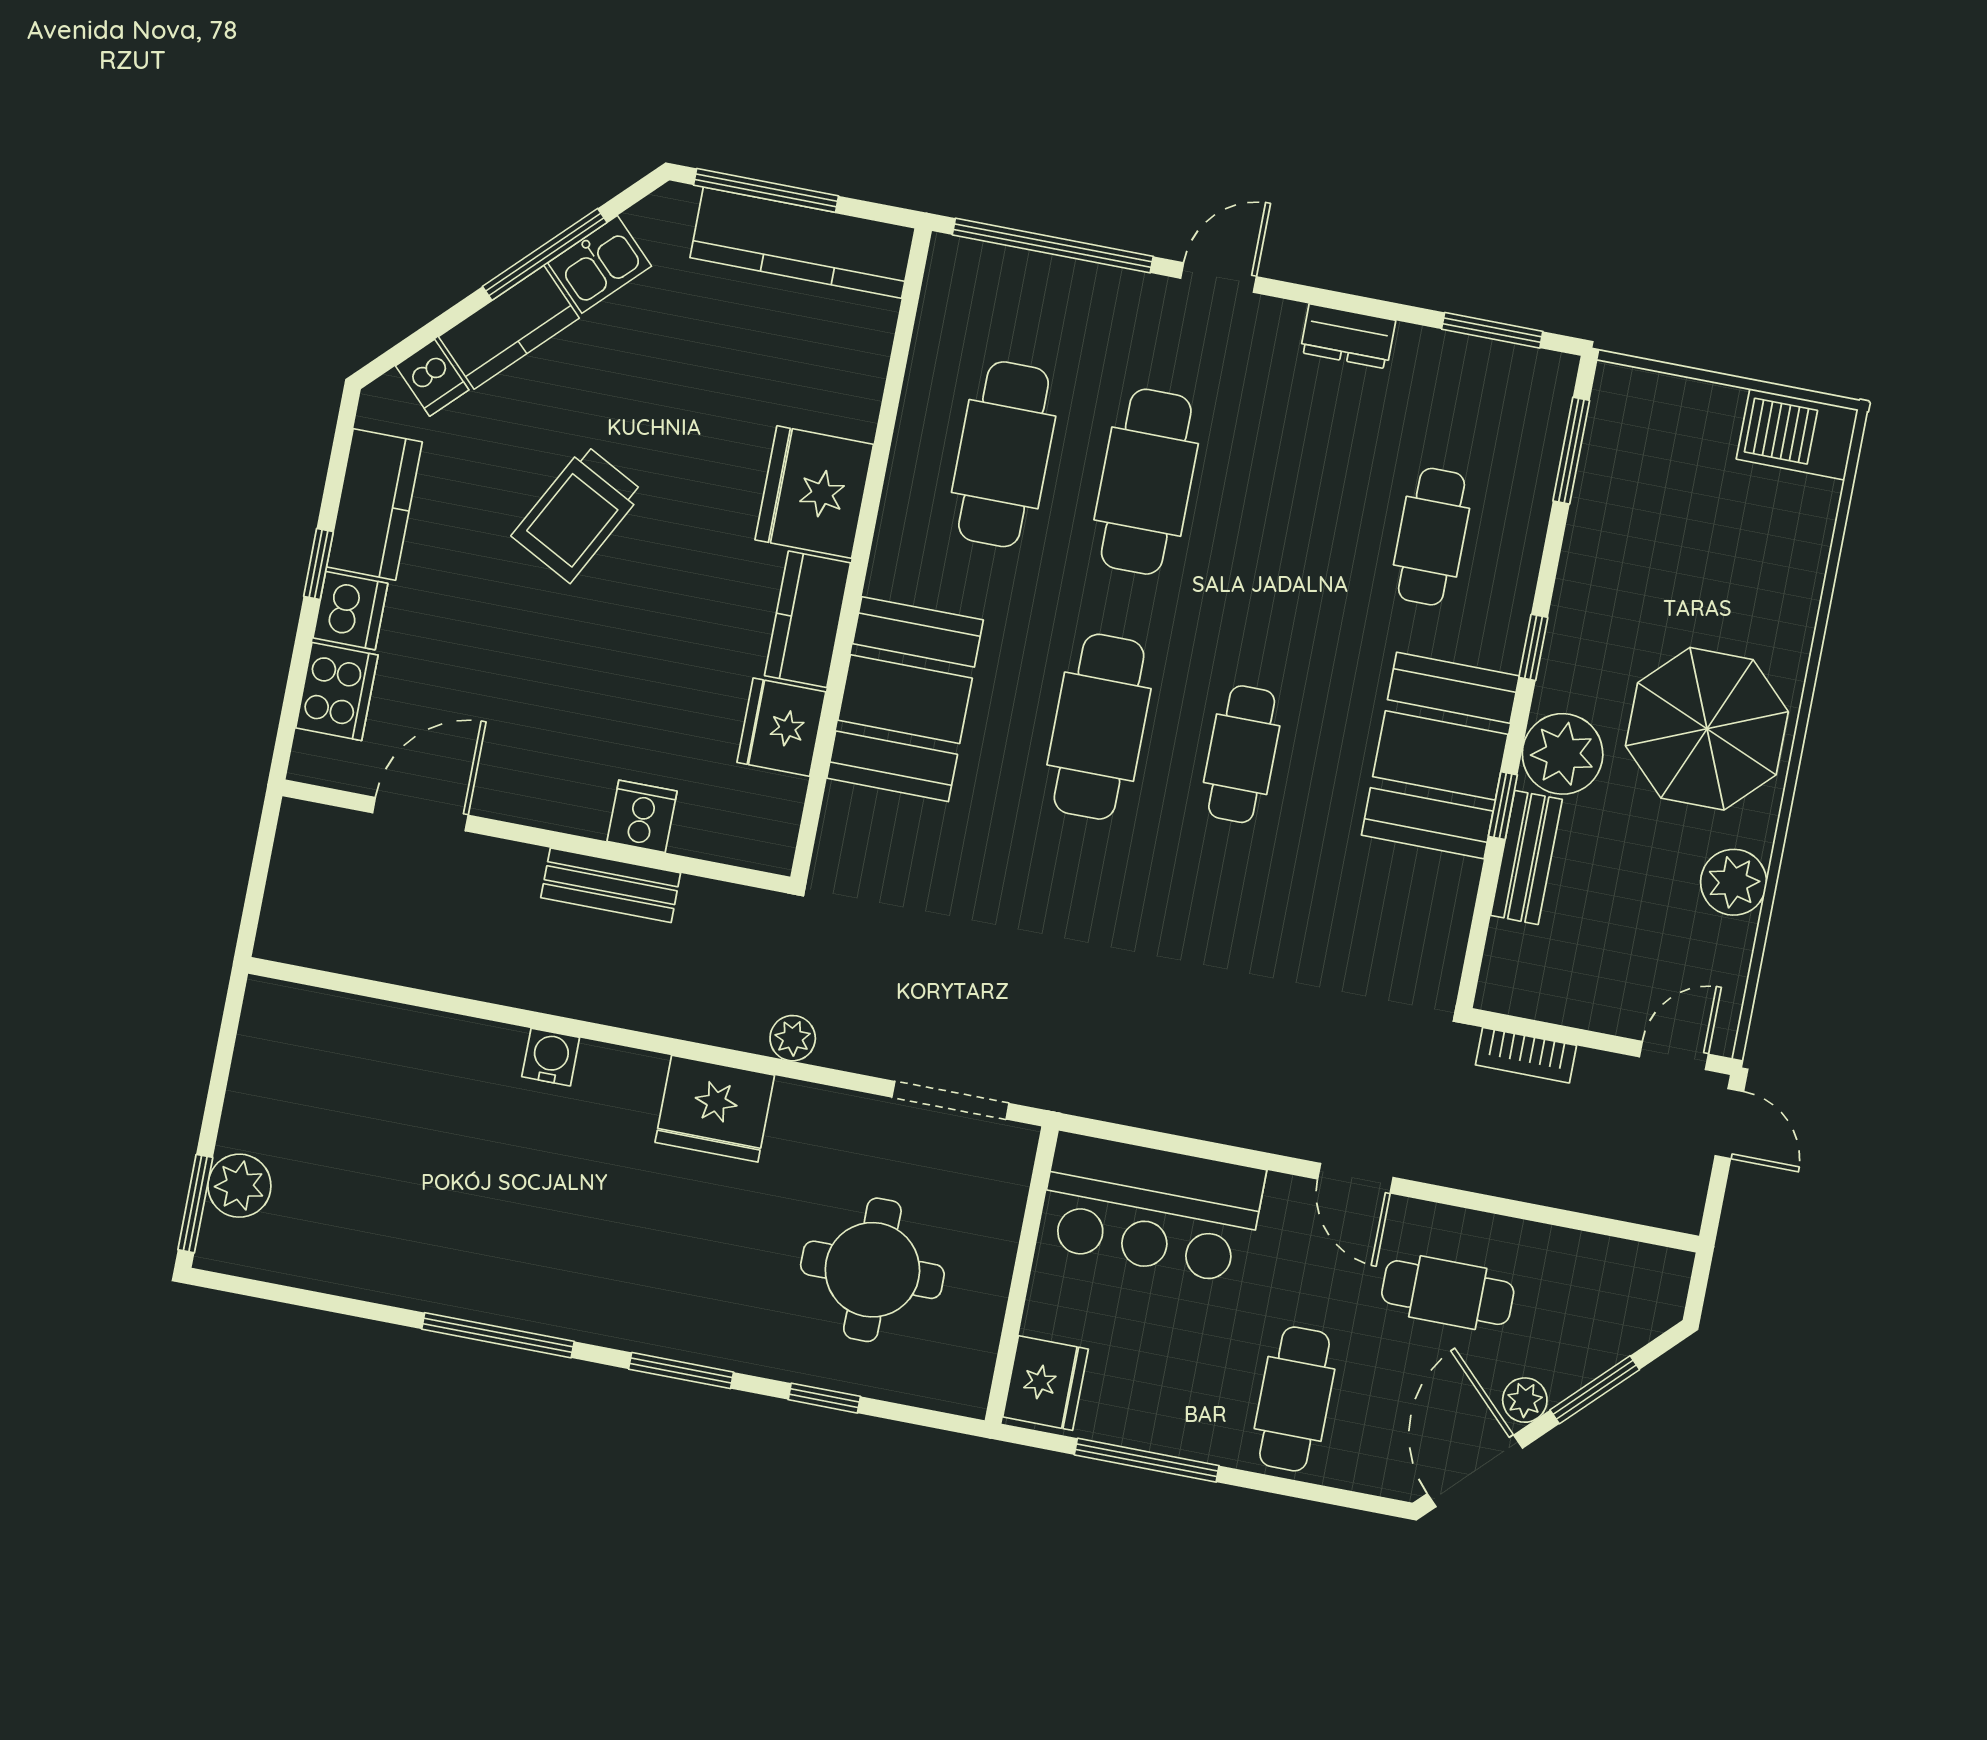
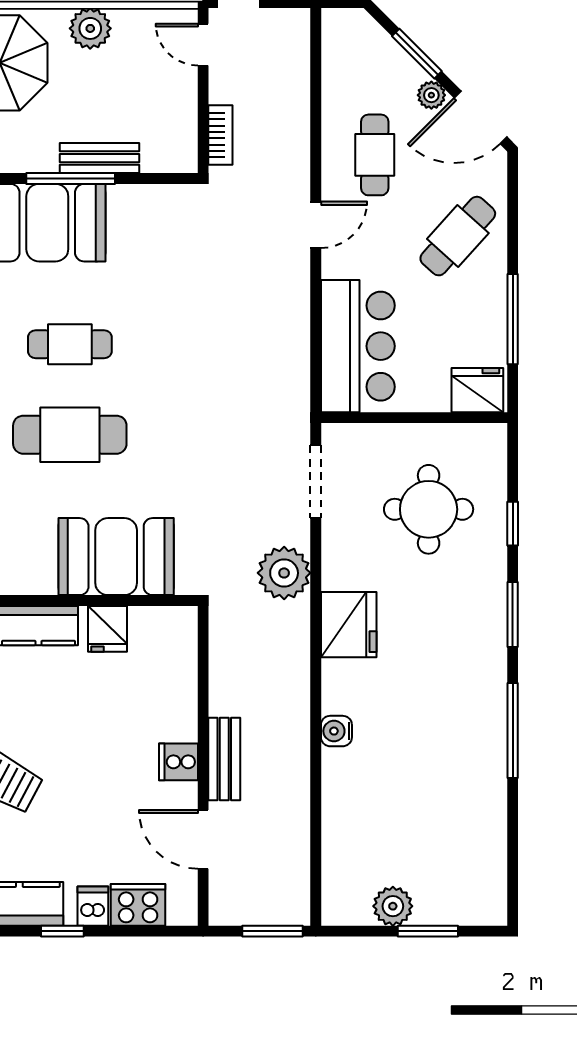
dishwasher: (350, 611) -> (93, 906), width x0.73
booth: (905, 699) -> (116, 557), moved
fridge: (781, 727) -> (108, 629), width x0.72
plant: (1563, 754) -> (32, 148), removed
window: (1503, 806) -> (71, 178), width x2.17
cooker: (642, 816) -> (178, 762), moved
bench: (611, 885) -> (224, 759), moved
window: (255, 896) -> (273, 931), added
plant: (793, 1038) -> (284, 573), width x1.87, depth x1.87
plant: (239, 1186) -> (393, 906), moved
window: (195, 1204) -> (428, 931), moved
cafe table: (1295, 1399) -> (458, 236), turned -48

